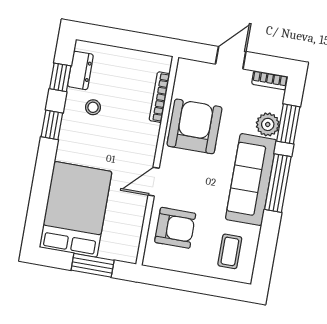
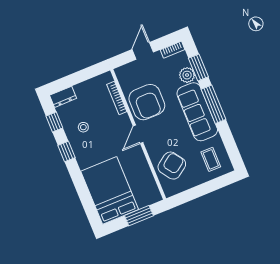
dresser: (80, 70) -> (63, 97), moved, turned 90
armchair: (194, 126) -> (147, 102), turned 180
door: (154, 182) -> (138, 134), moved
armchair: (175, 228) -> (172, 166), turned -35

